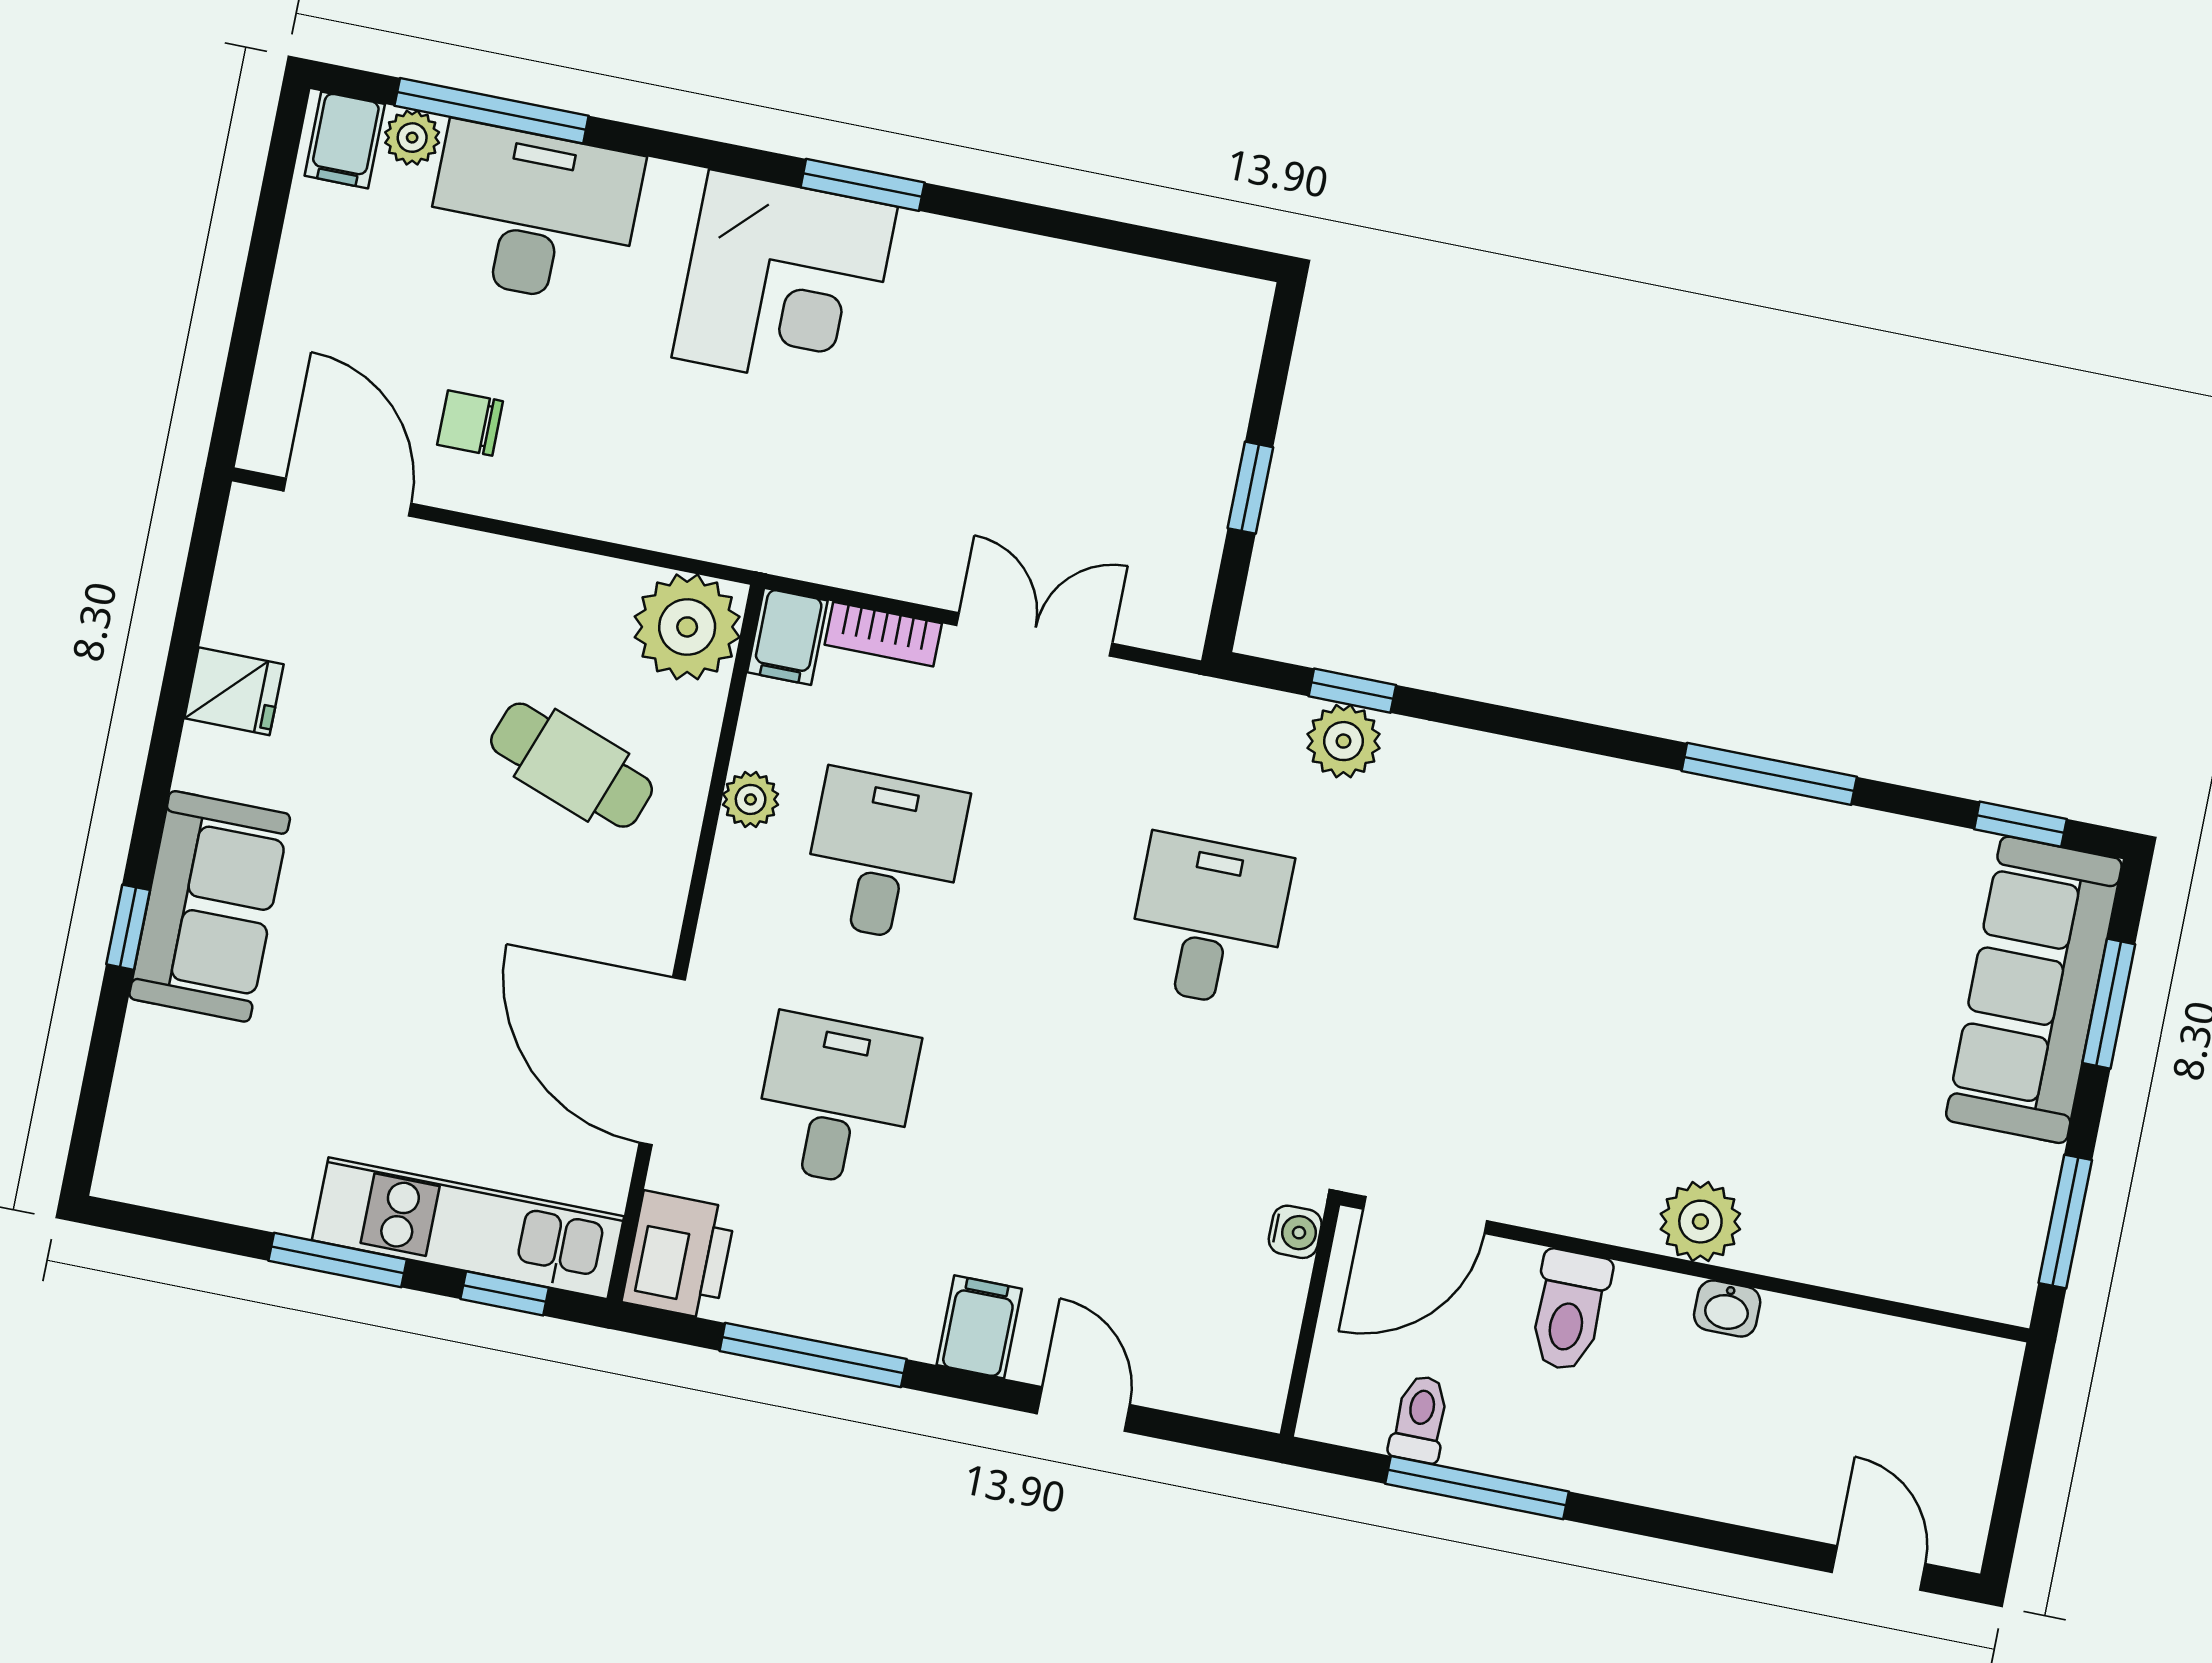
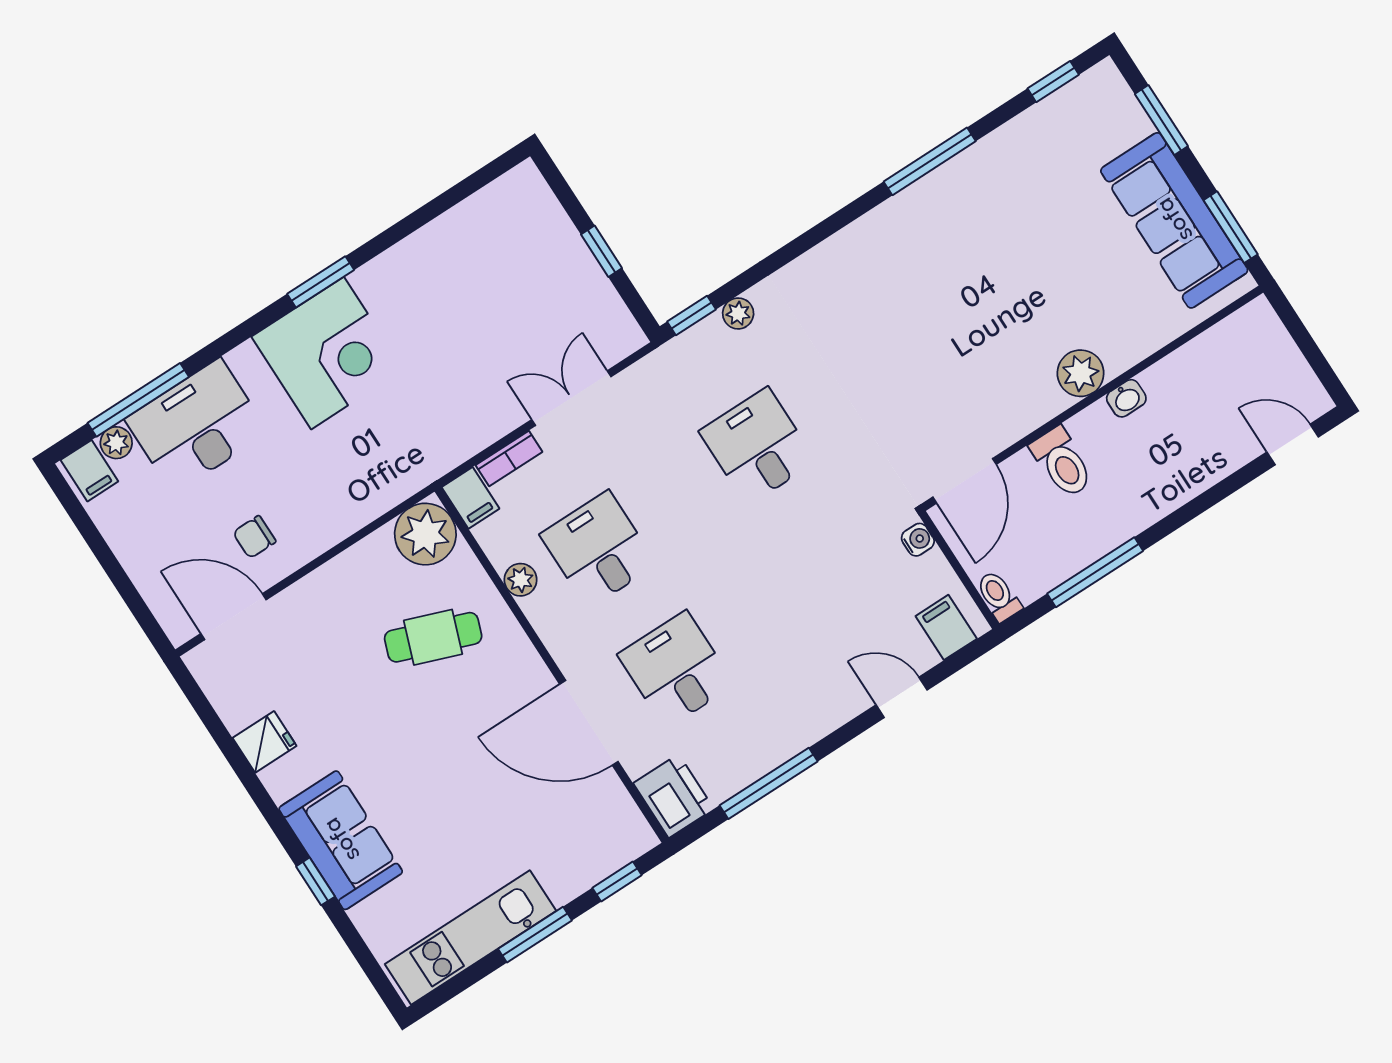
window: (1352, 691) -> (691, 315), moved
plant: (1343, 741) -> (738, 313), width x0.73, depth x0.73
sofa: (2034, 990) -> (1174, 220), moved
kitchen unit: (468, 1228) -> (470, 938), moved
filing cabinet: (979, 1327) -> (946, 627), moved
toilet: (1420, 1419) -> (999, 596), moved

